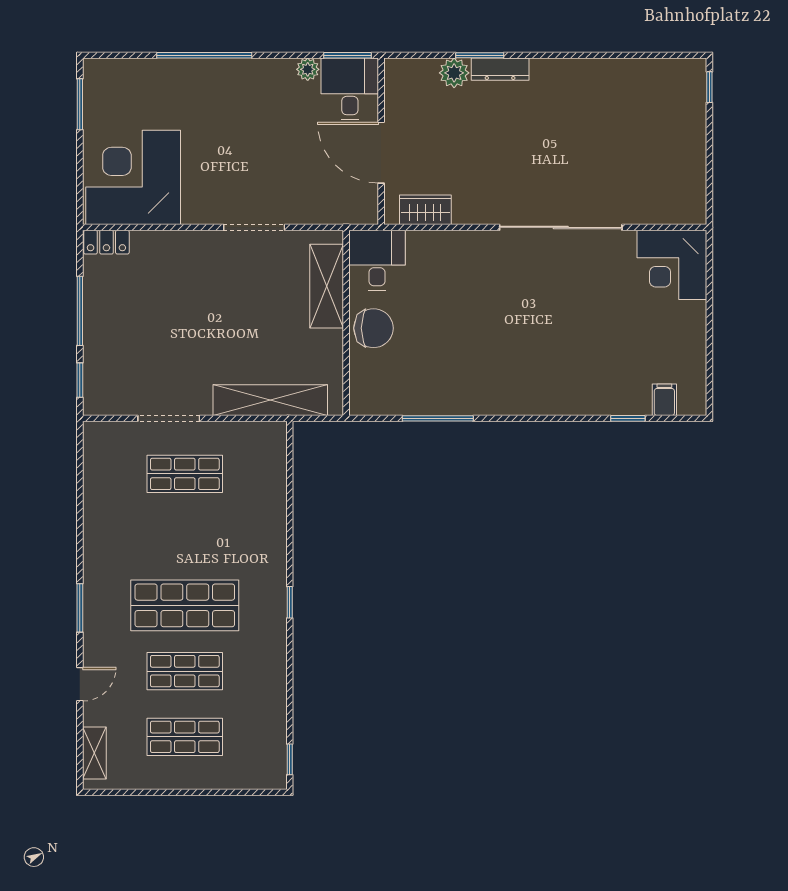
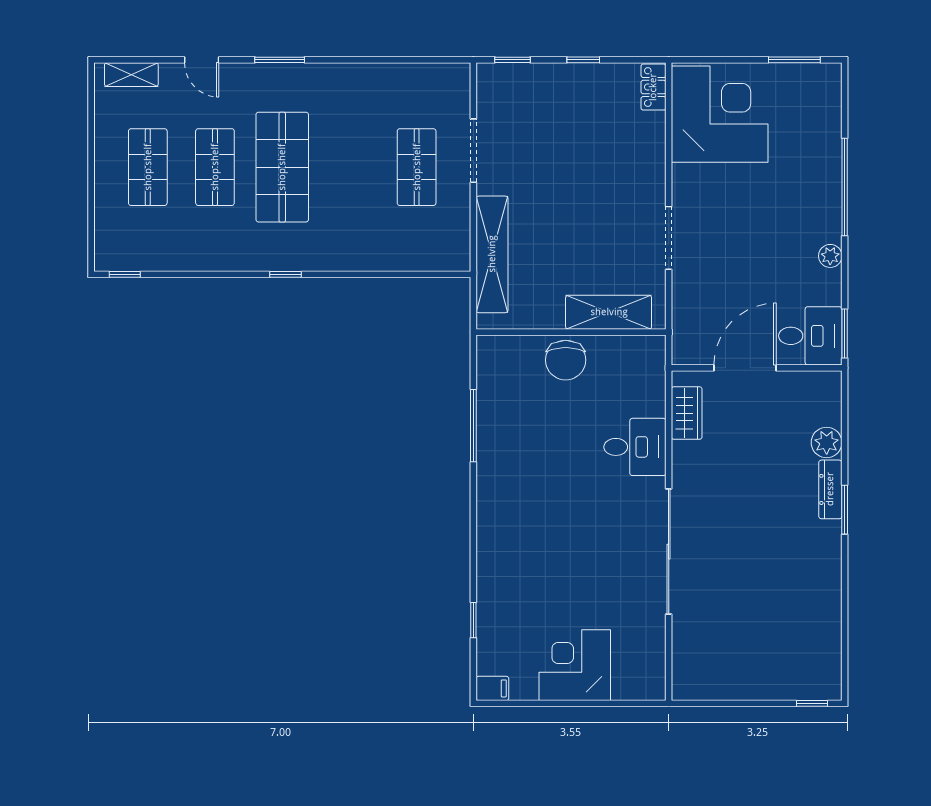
window: (480, 55) -> (845, 510), moved
plant: (308, 69) -> (830, 256), moved
desk: (377, 260) -> (635, 447), moved
corner desk: (672, 265) -> (575, 665), moved
window: (80, 311) -> (583, 60), width x0.46
filing cabinet: (664, 400) -> (492, 688), moved

